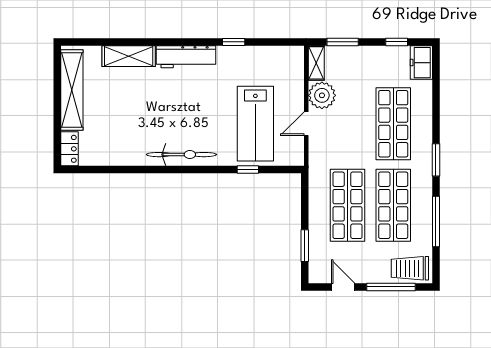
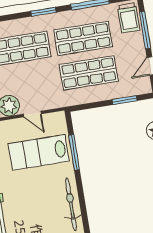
lab bench: (255, 124) -> (39, 152), turned 180
window: (248, 170) -> (74, 152), width x2.17

